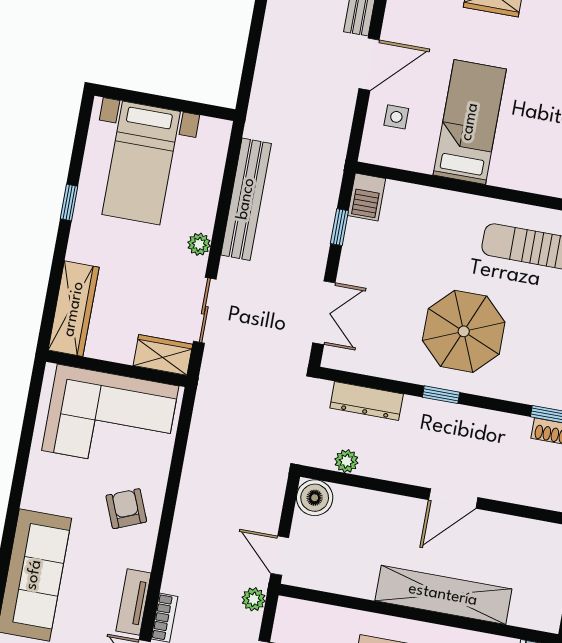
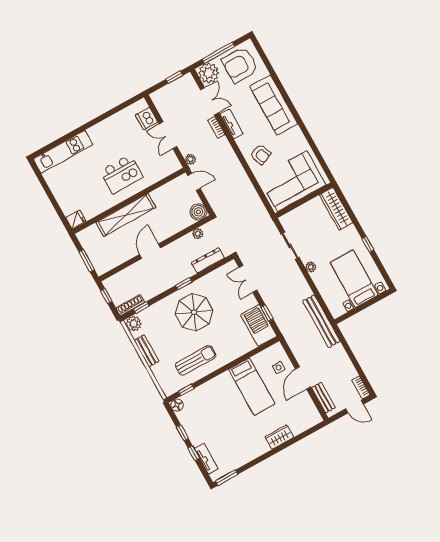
barbecue: (367, 197) -> (259, 325), width x1.88, depth x1.53
bench: (246, 199) -> (321, 321), moved
wardrobe: (163, 355) -> (292, 218), removed

